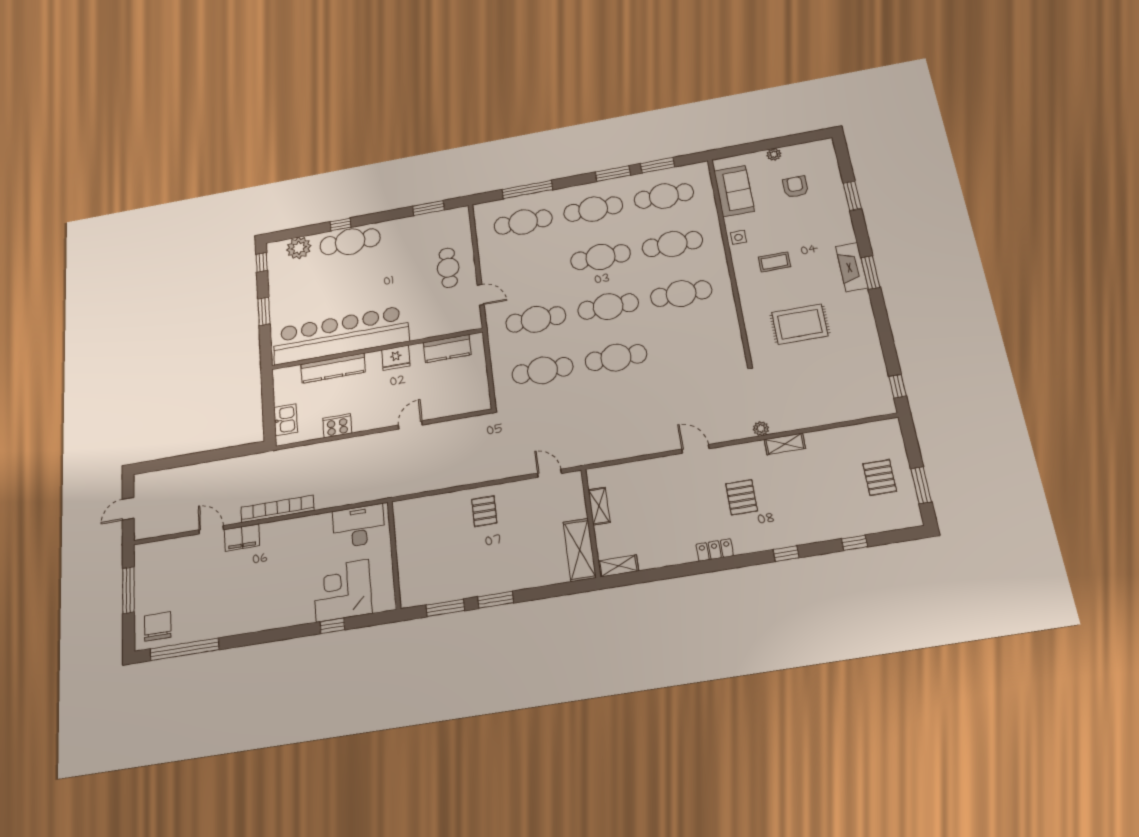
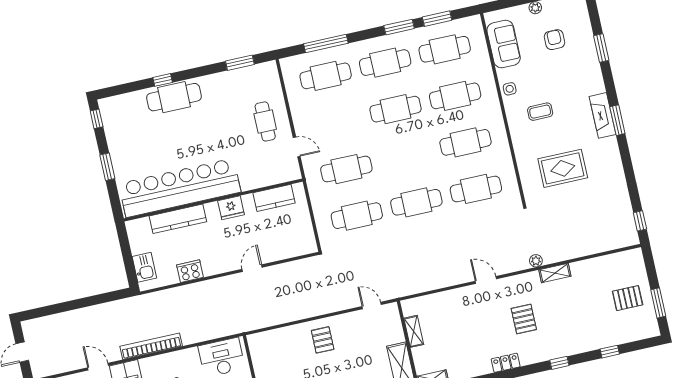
plant: (299, 248) -> (128, 104), removed
cafe table: (608, 307) -> (476, 189), moved
pallet: (880, 478) -> (628, 298), turned 90

